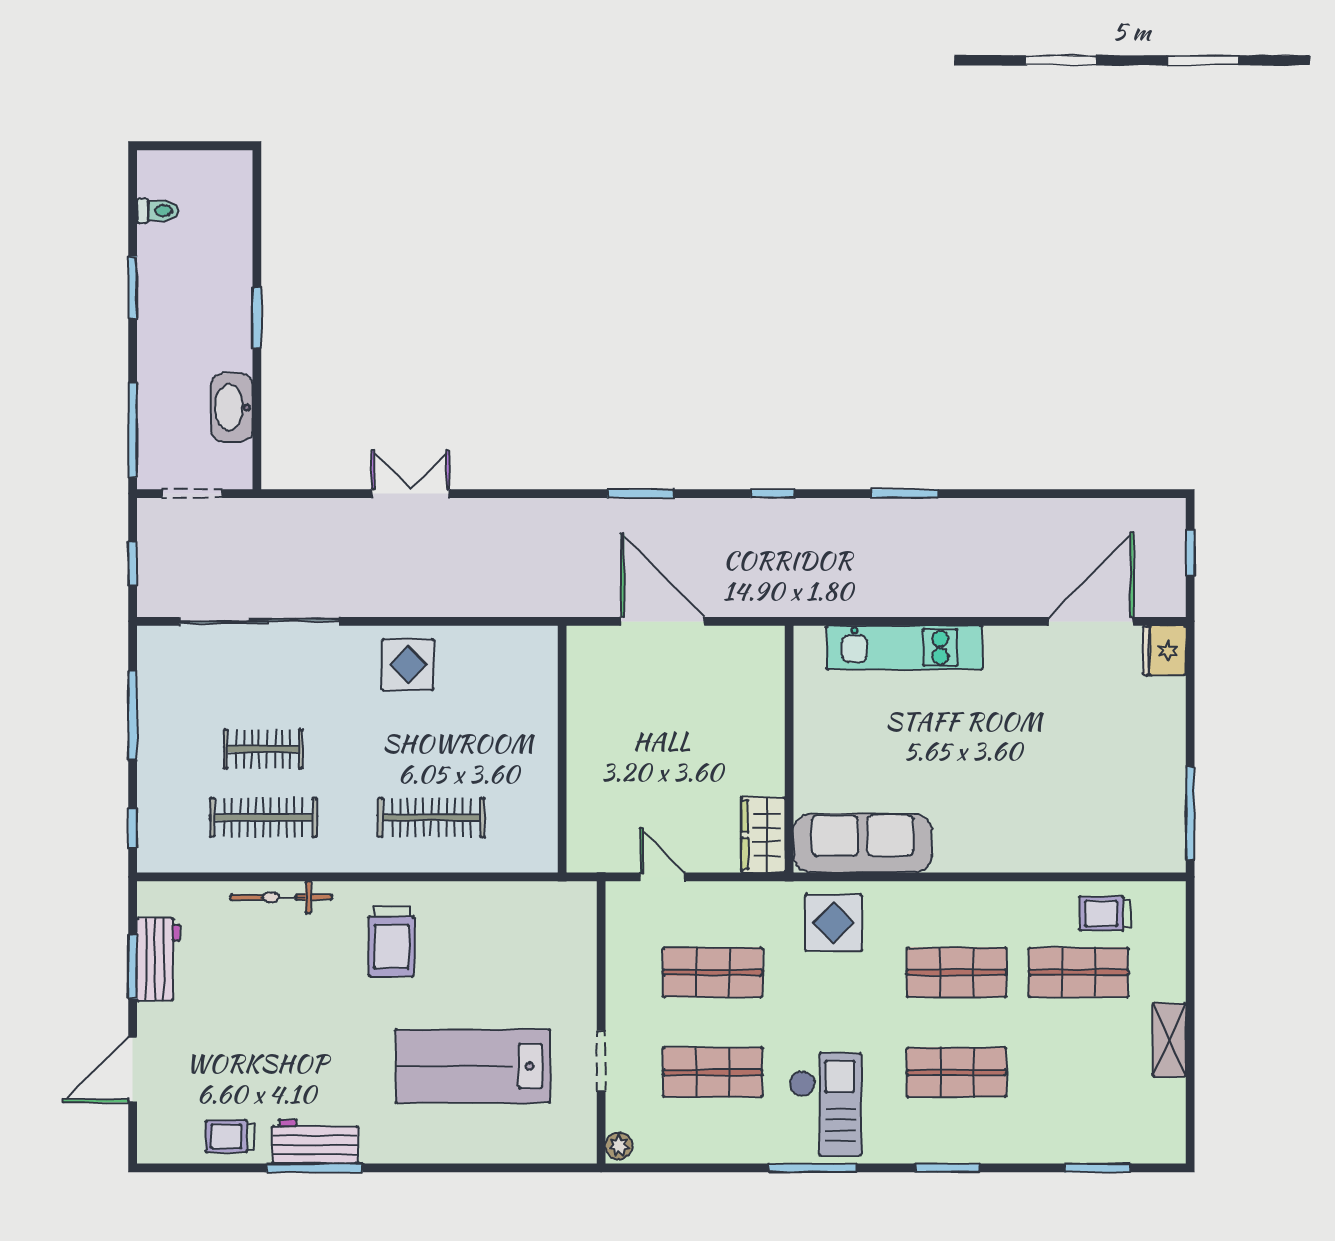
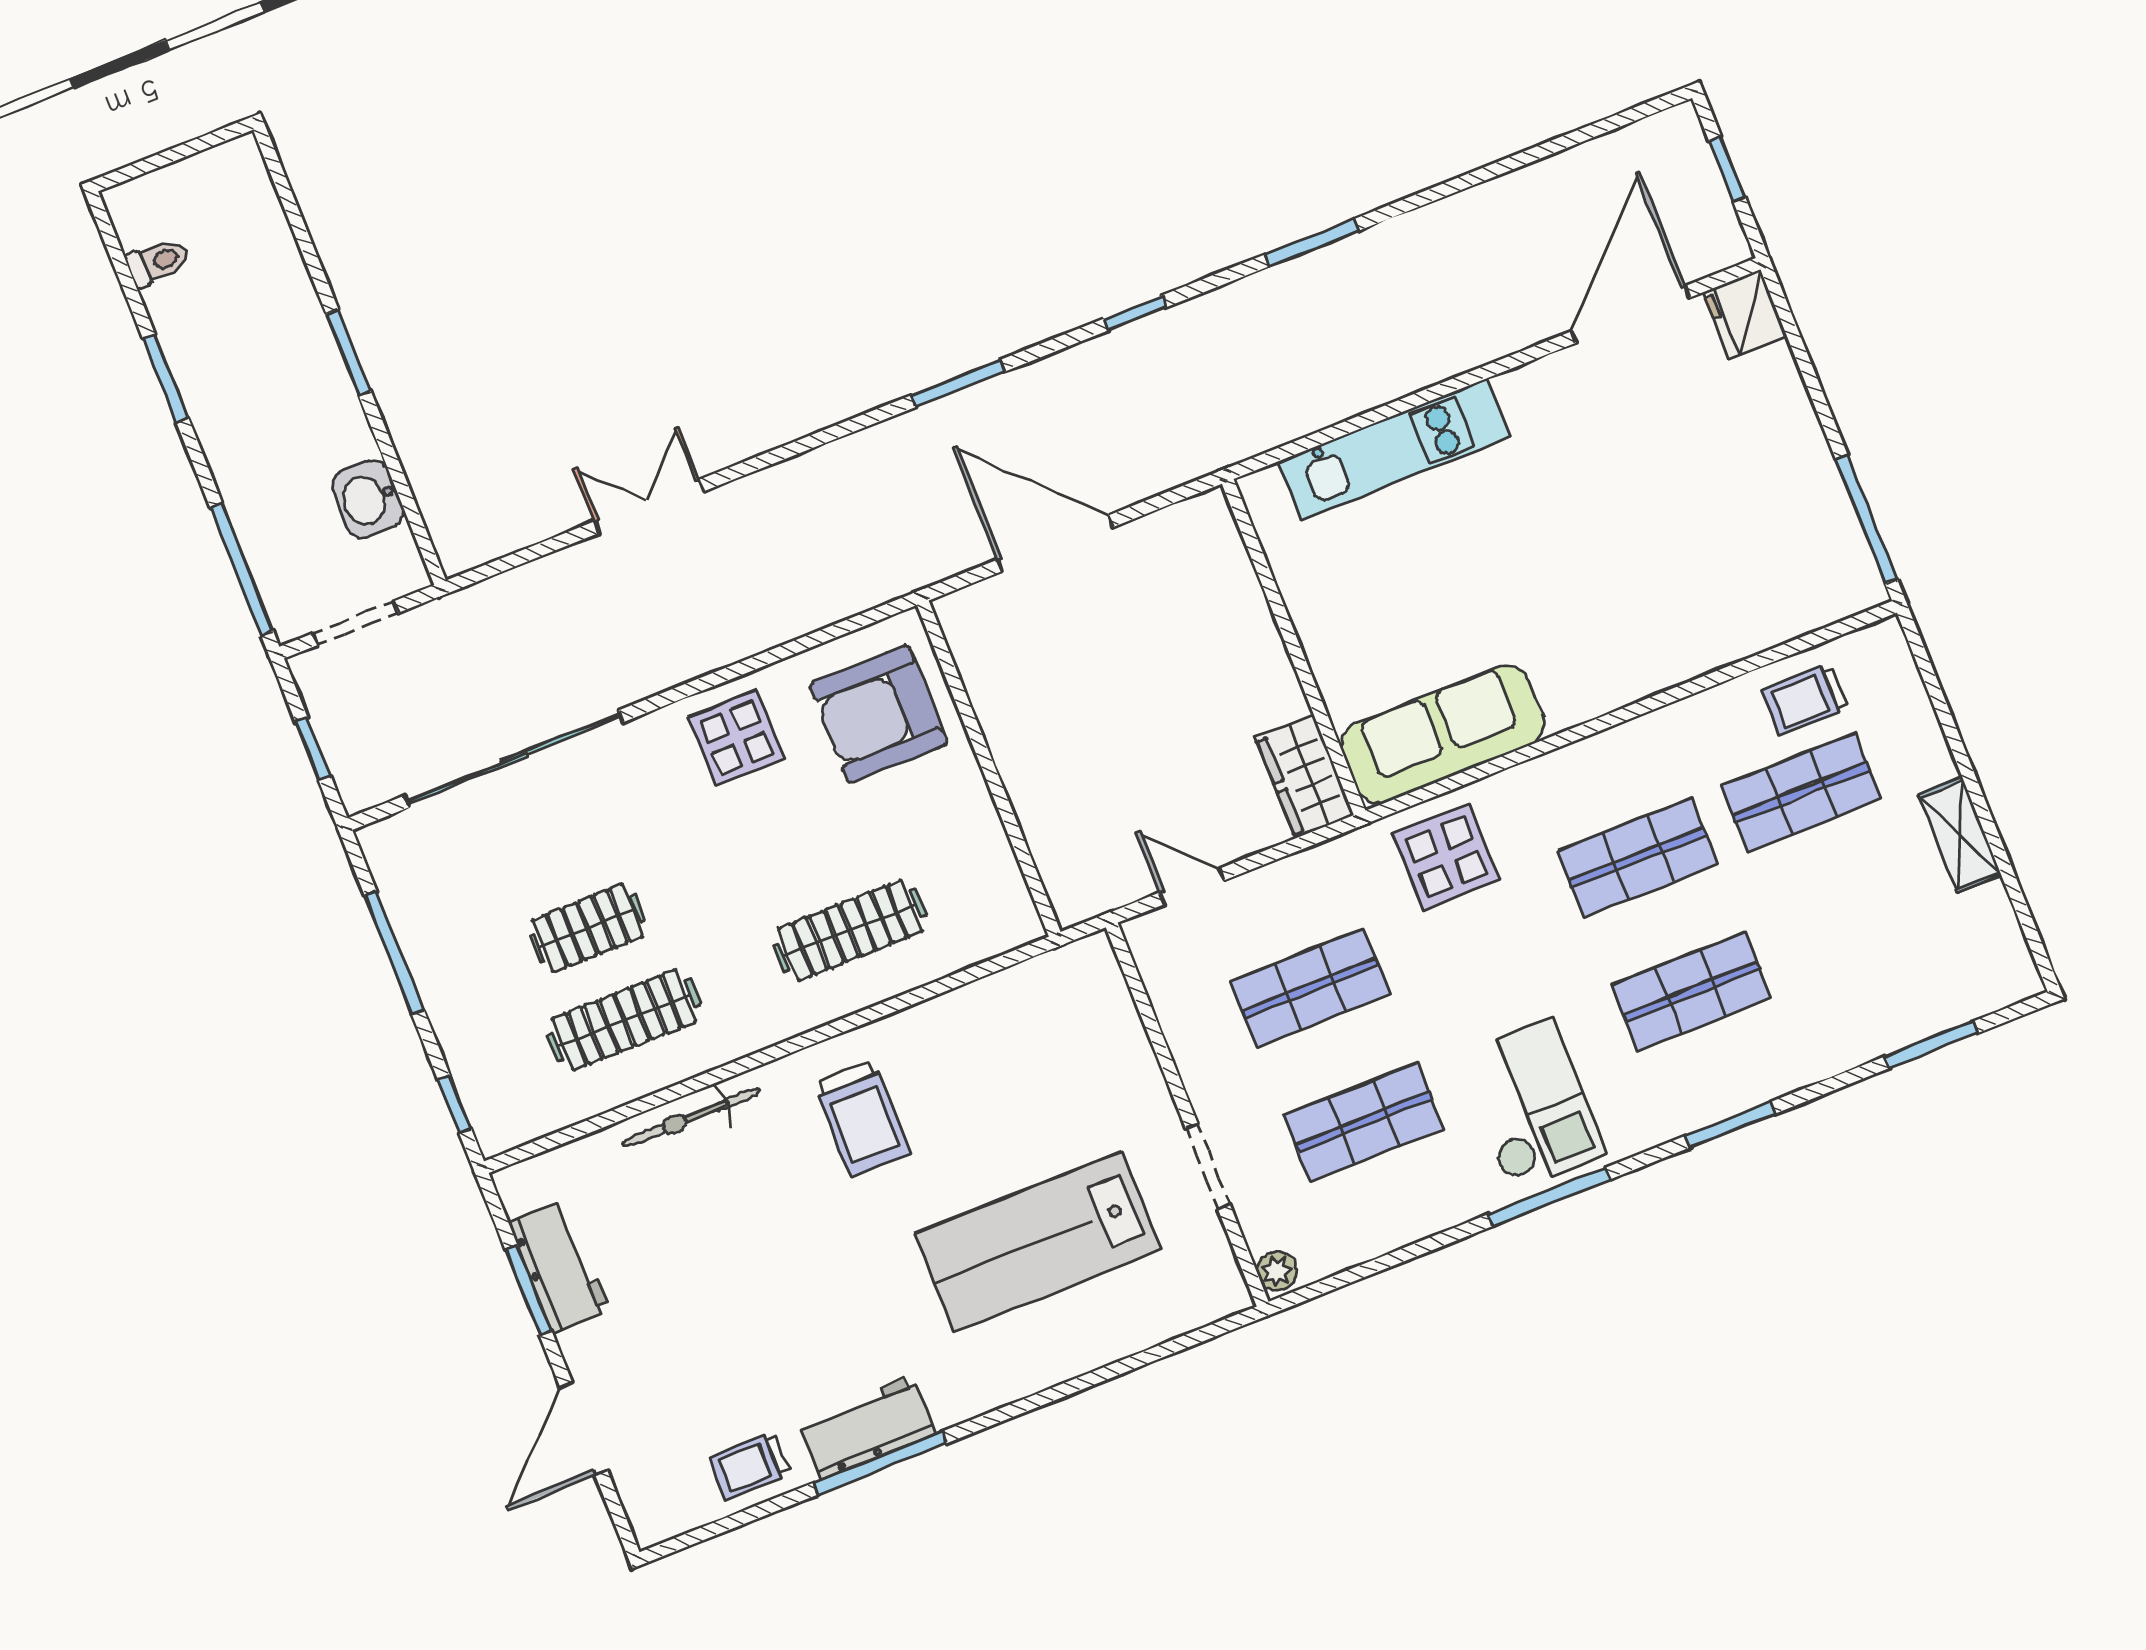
washbasin: (232, 408) -> (368, 499), width x0.72
armchair: (505, 686) -> (878, 714), added

